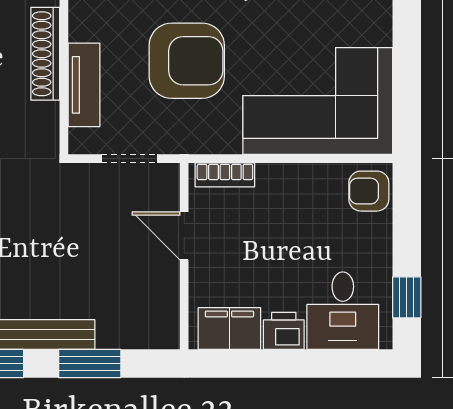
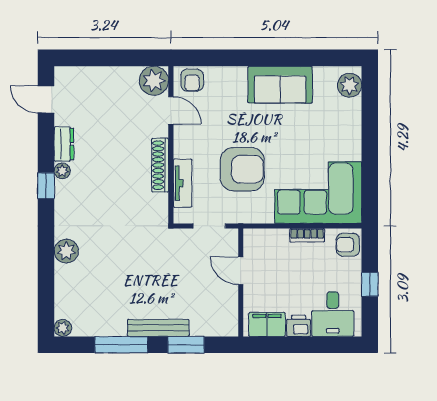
bookcase: (225, 175) -> (307, 235), moved
window: (407, 297) -> (370, 284), moved

